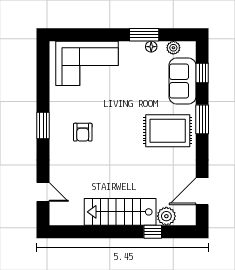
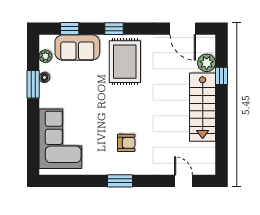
window: (202, 119) -> (114, 29), width x0.67
door: (43, 192) -> (183, 181), hinge flipped

